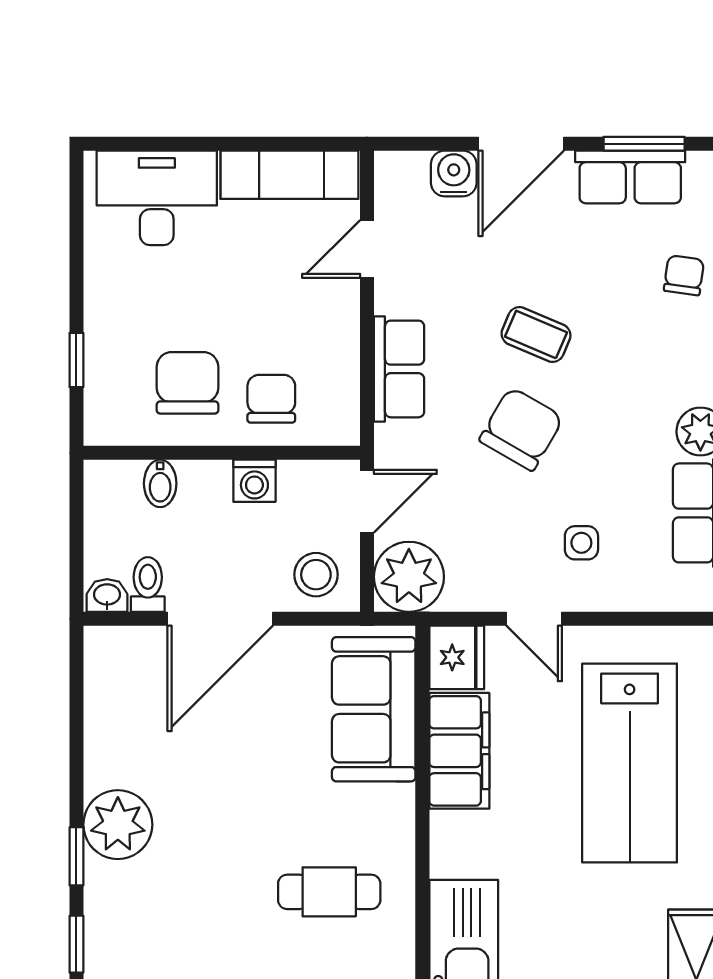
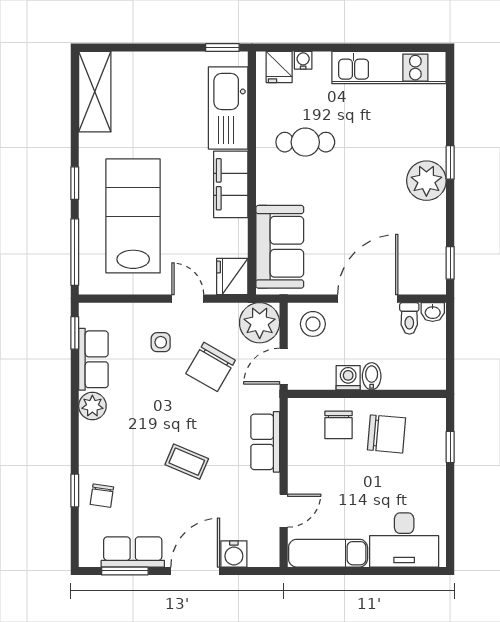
chair: (188, 383) -> (387, 434), turned -85
chair: (521, 429) -> (211, 367), moved
bidet: (160, 483) -> (372, 376), moved
filing cabinet: (459, 751) -> (231, 184), moved
window: (76, 944) -> (450, 263), moved

